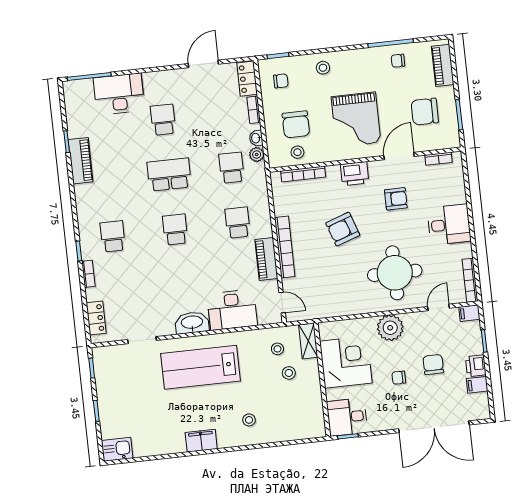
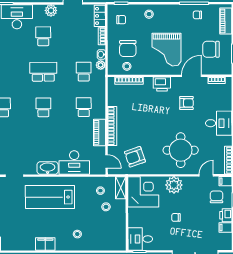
plant: (171, 78) -> (51, 10), added
armchair: (343, 229) -> (135, 157), moved
corner desk: (346, 362) -> (143, 192), moved
chair: (433, 365) -> (217, 197), moved

